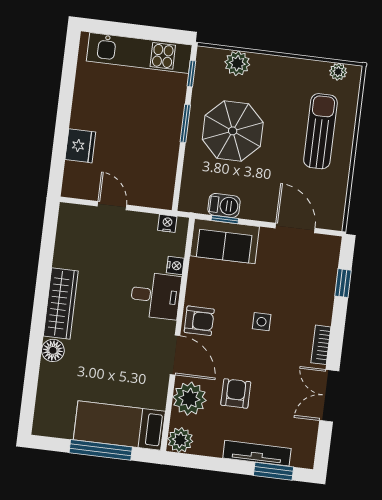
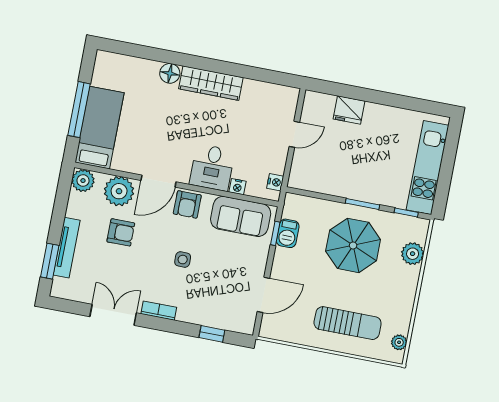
sofa: (225, 241) -> (241, 216), moved, turned -90

